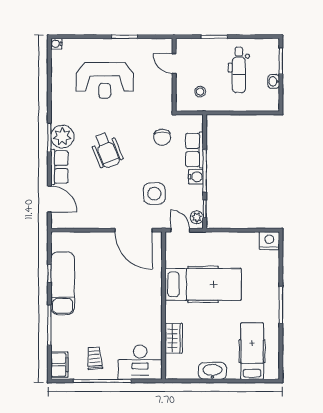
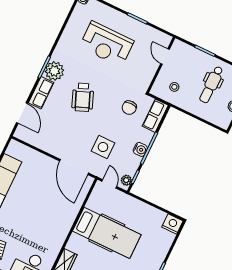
row of seats: (194, 150) -> (155, 116), moved

